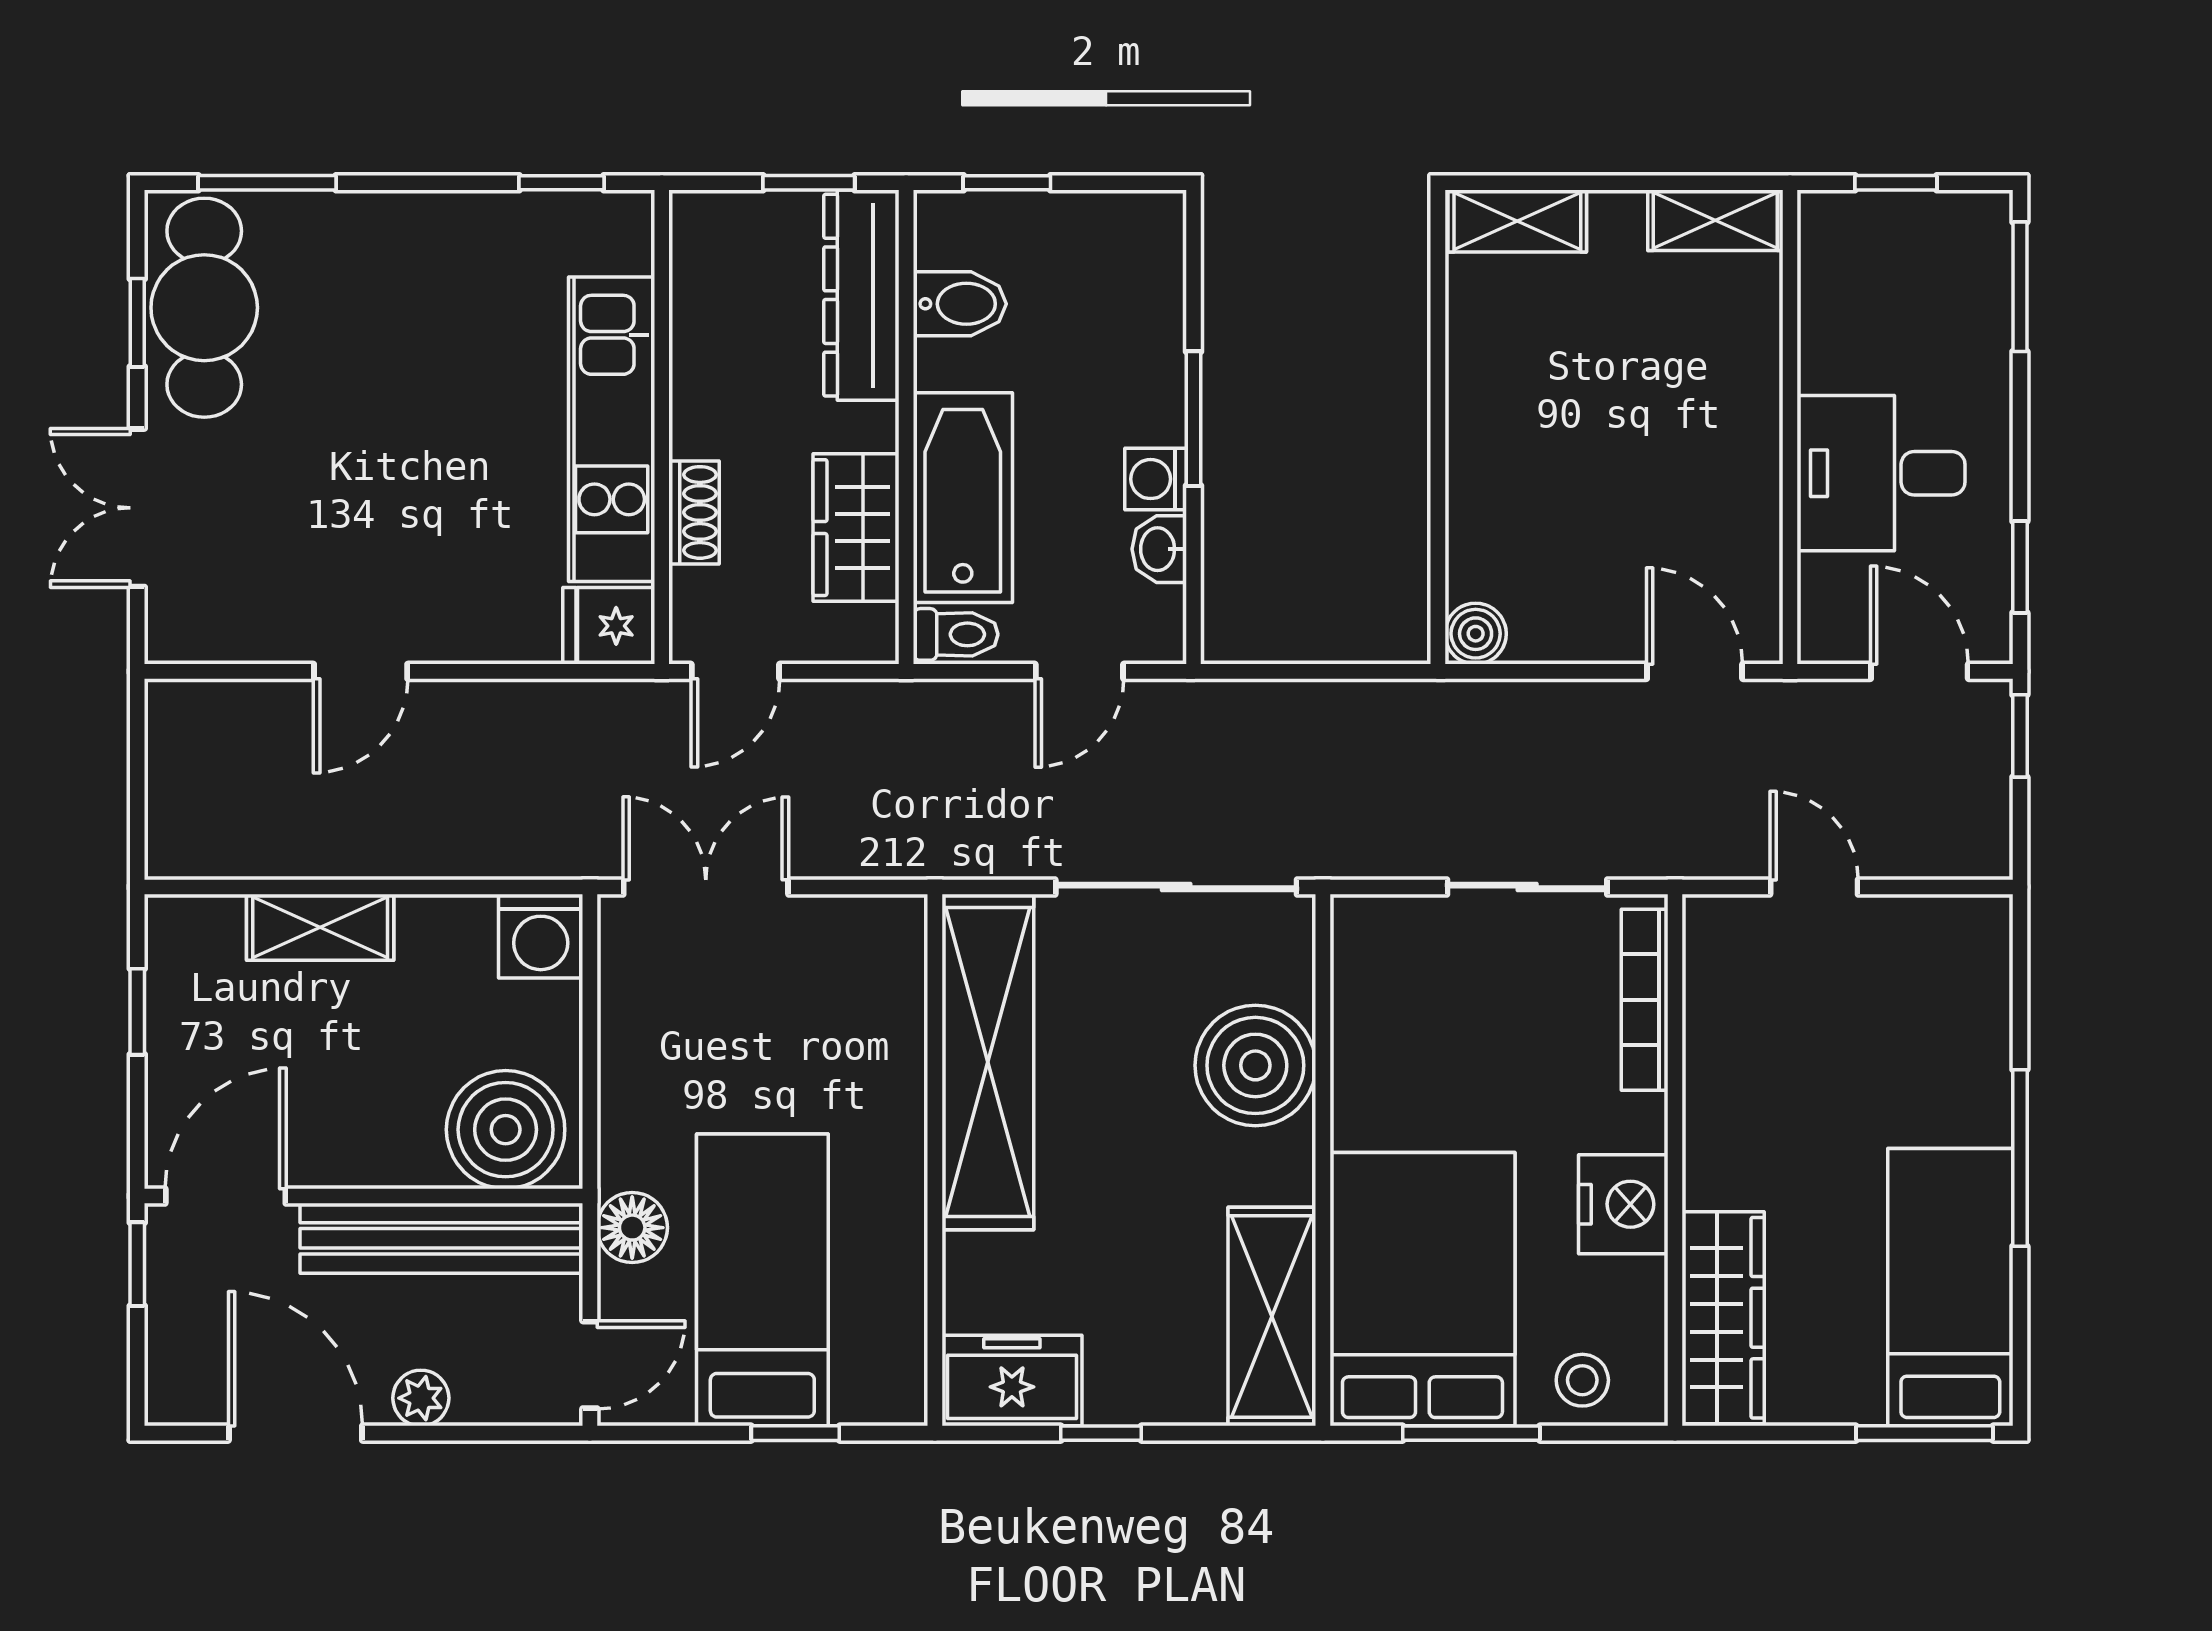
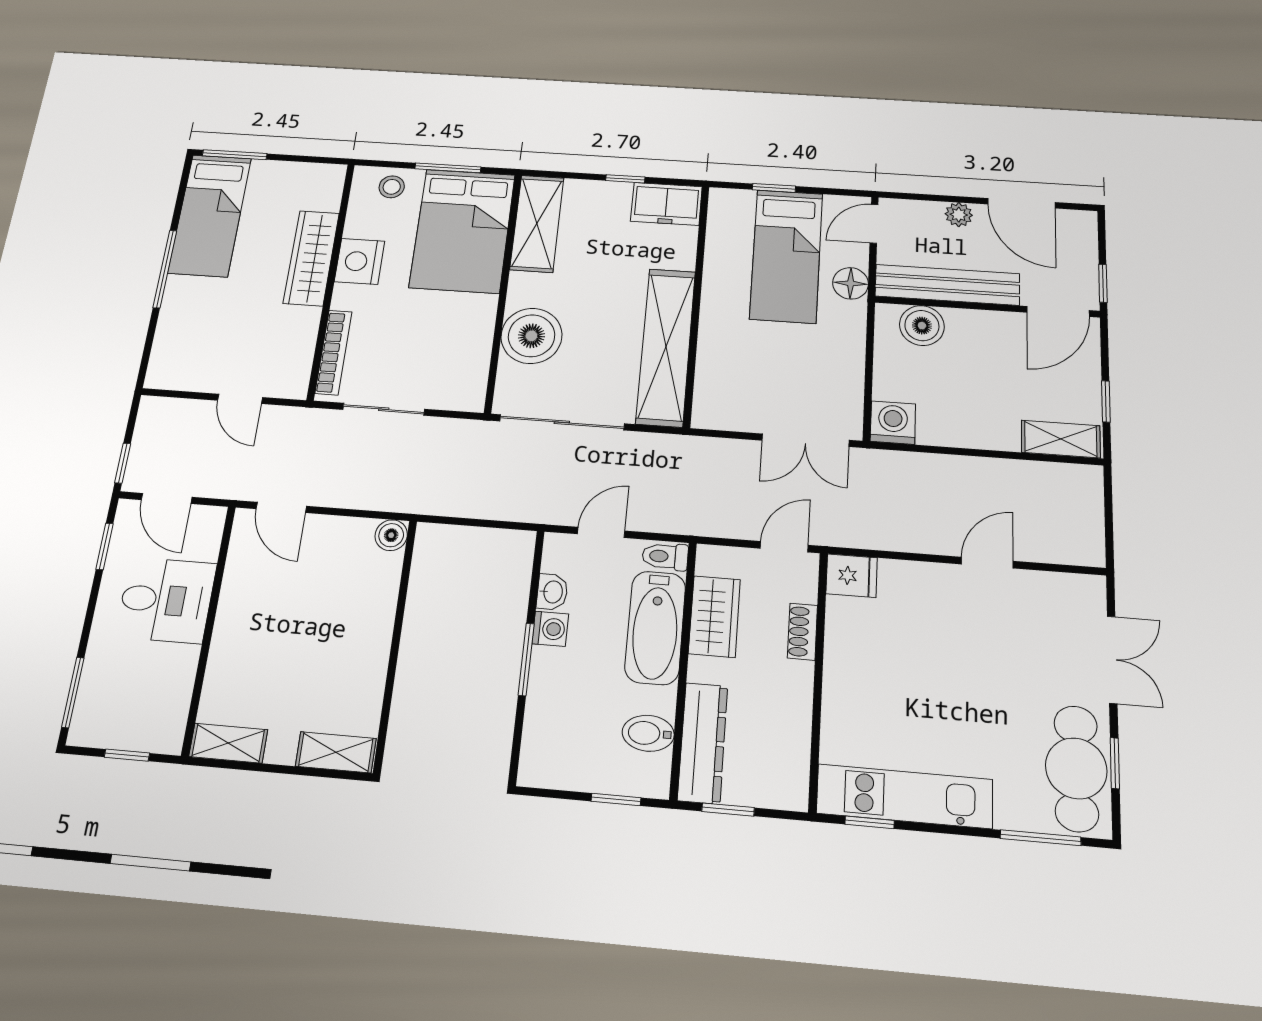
kitchen unit: (612, 429) -> (905, 796), moved, turned -90
shelving: (320, 927) -> (1061, 439), moved
boiler: (506, 1130) -> (922, 326), width x0.73, depth x0.73
wardrobe: (1723, 1318) -> (311, 258), moved

